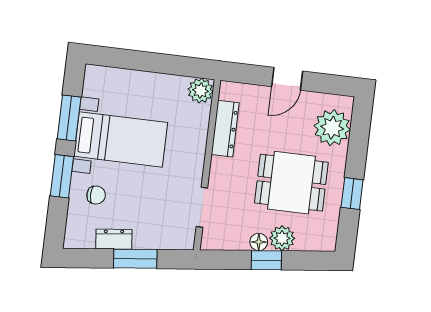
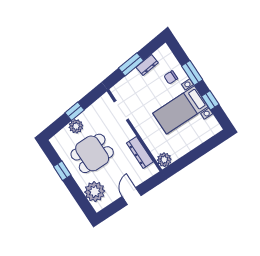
window: (69, 118) -> (210, 100), width x0.67
floor lamp: (259, 242) -> (85, 116), removed

